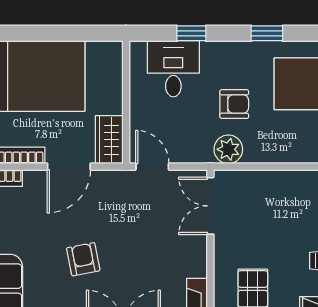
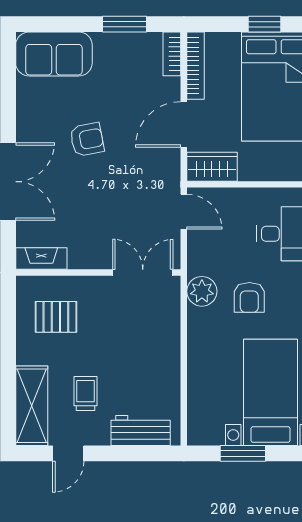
door: (69, 167) -> (184, 124), hinge flipped
door: (152, 167) -> (184, 212), hinge flipped

